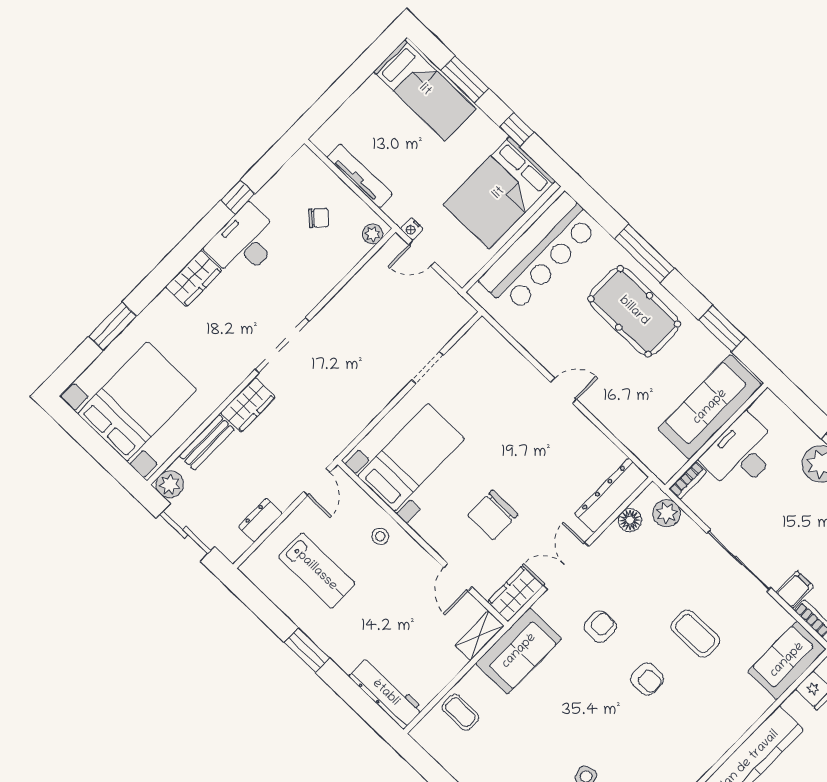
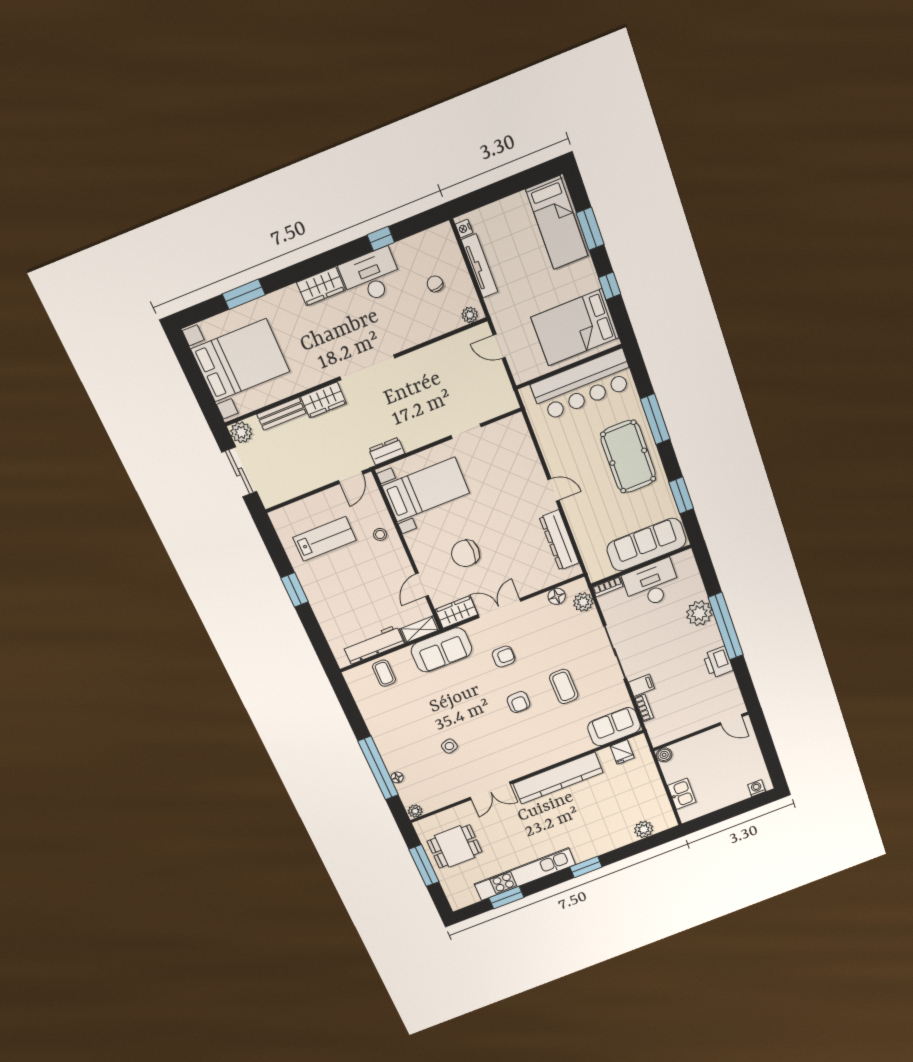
chair: (319, 218) -> (435, 284), turned -143
nightstand: (412, 229) -> (464, 229), moved
dresser: (611, 495) -> (559, 540), moved, turned -90
dresser: (260, 520) -> (387, 451), moved
lab bench: (317, 571) -> (325, 539), turned -90
workbench: (386, 693) -> (374, 645), moved, turned -90

